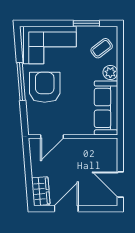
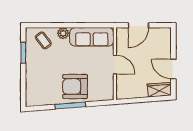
corner sofa: (50, 45) -> (41, 82), removed
door: (52, 137) -> (115, 65), moved
door: (120, 185) -> (138, 25), moved

